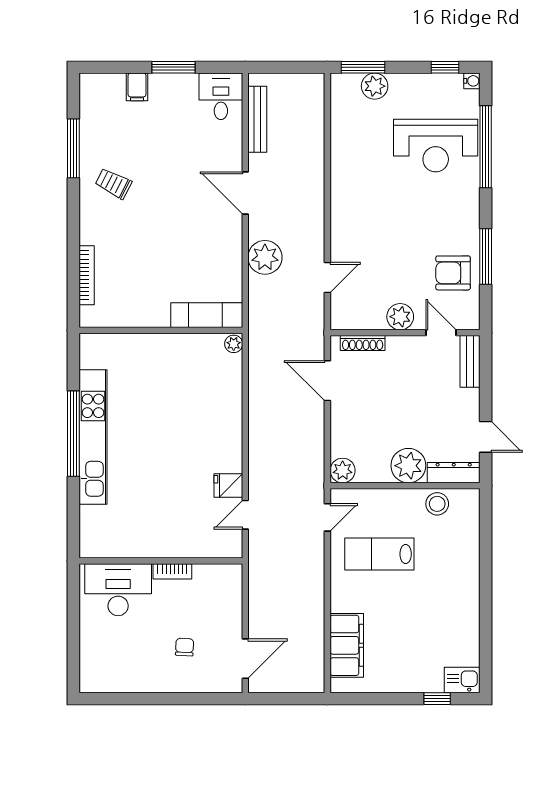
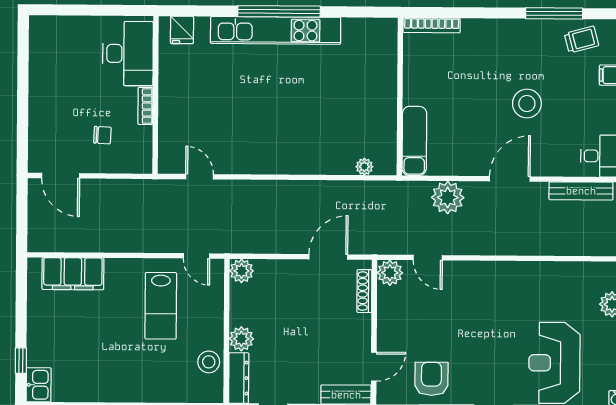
stool: (167, 176) -> (527, 103), added
trolley: (113, 184) -> (582, 40), moved, turned 48
exam couch: (207, 315) -> (414, 141), moved
plant: (400, 317) -> (390, 273), moved
wall: (161, 330) -> (400, 97), moved
plant: (408, 466) -> (241, 339), width x0.73, depth x0.73
fridge: (228, 485) -> (182, 30), moved, turned 180
lab bench: (379, 554) -> (161, 306), turned 180
chair: (185, 647) -> (102, 135), moved

